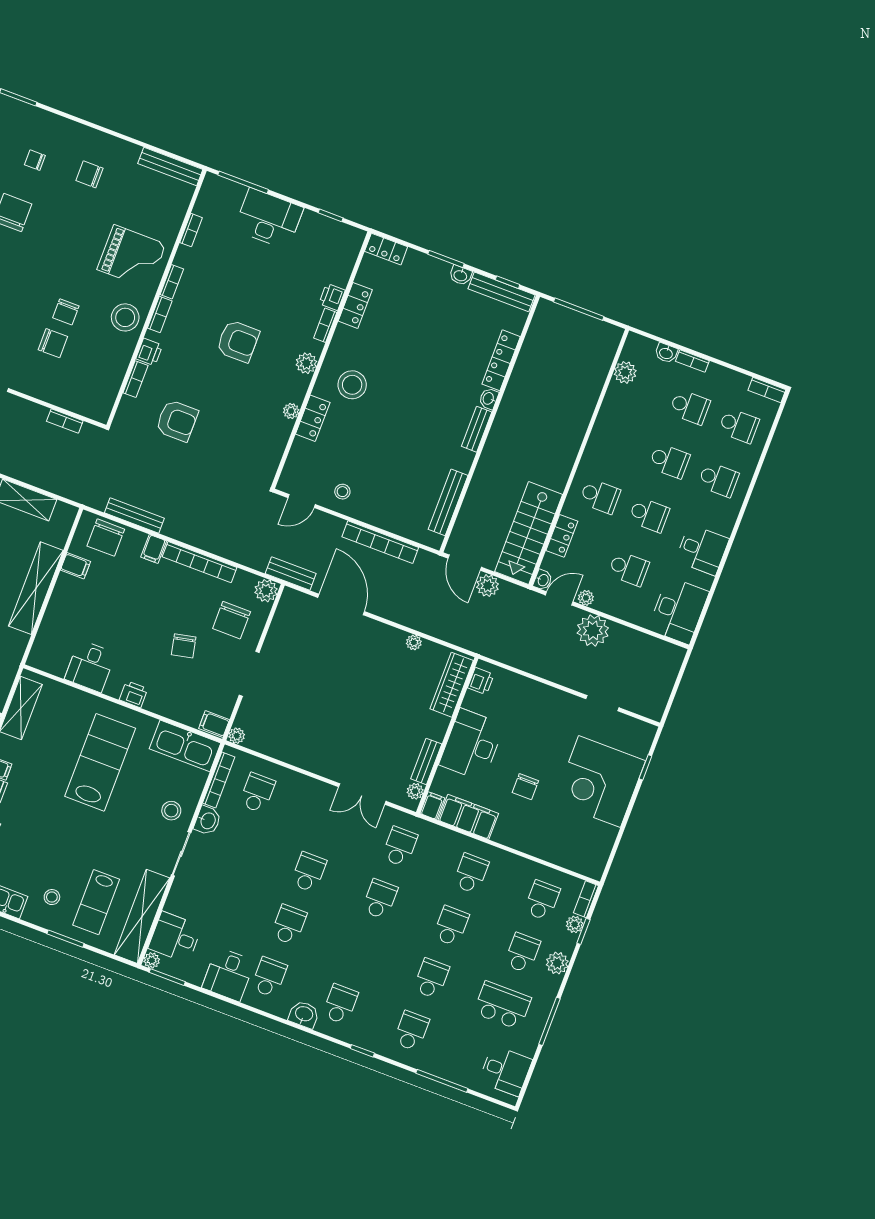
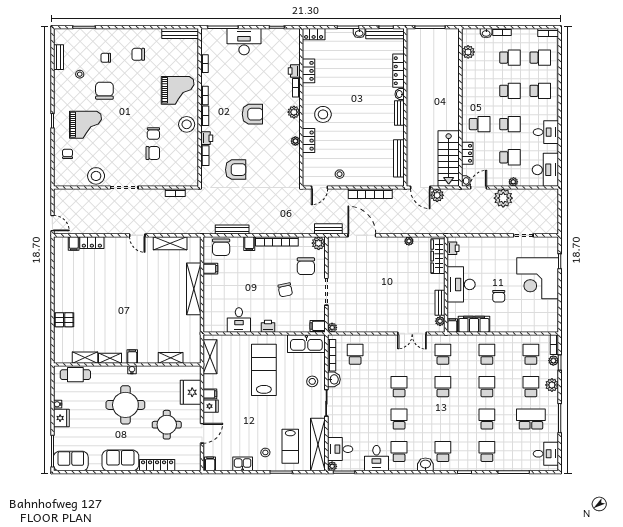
plant: (586, 598) -> (513, 182), moved

